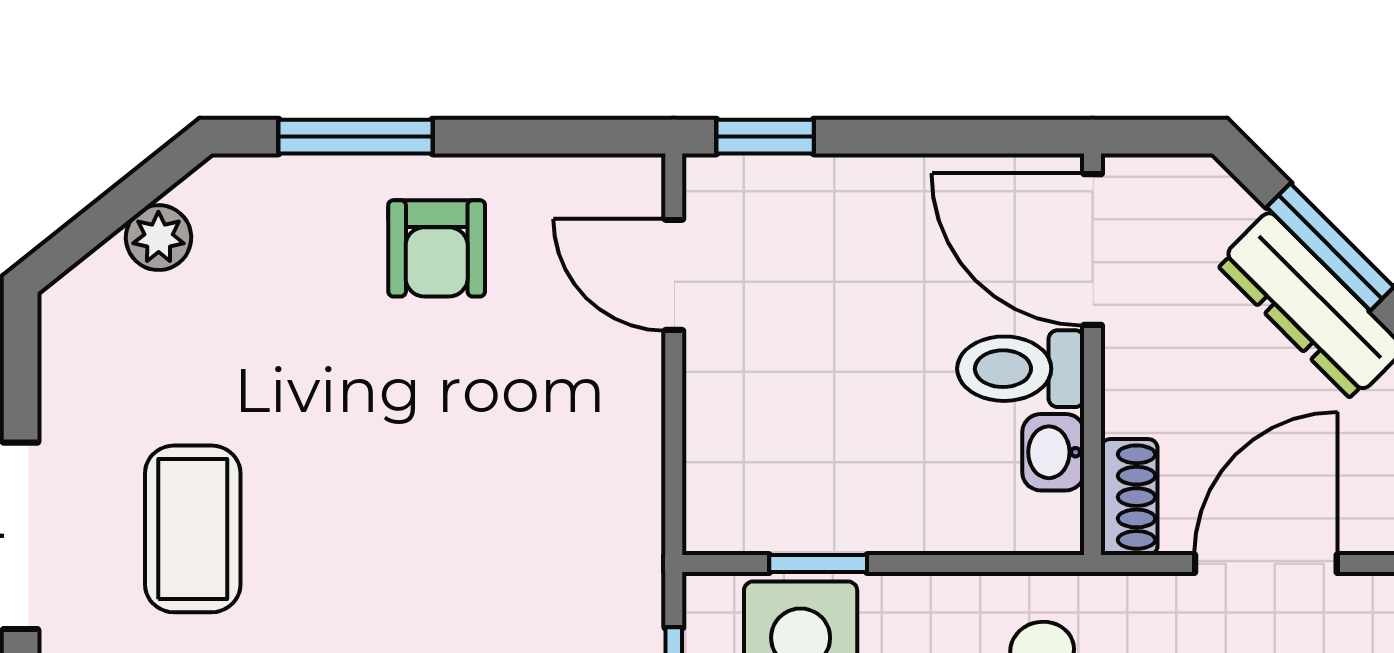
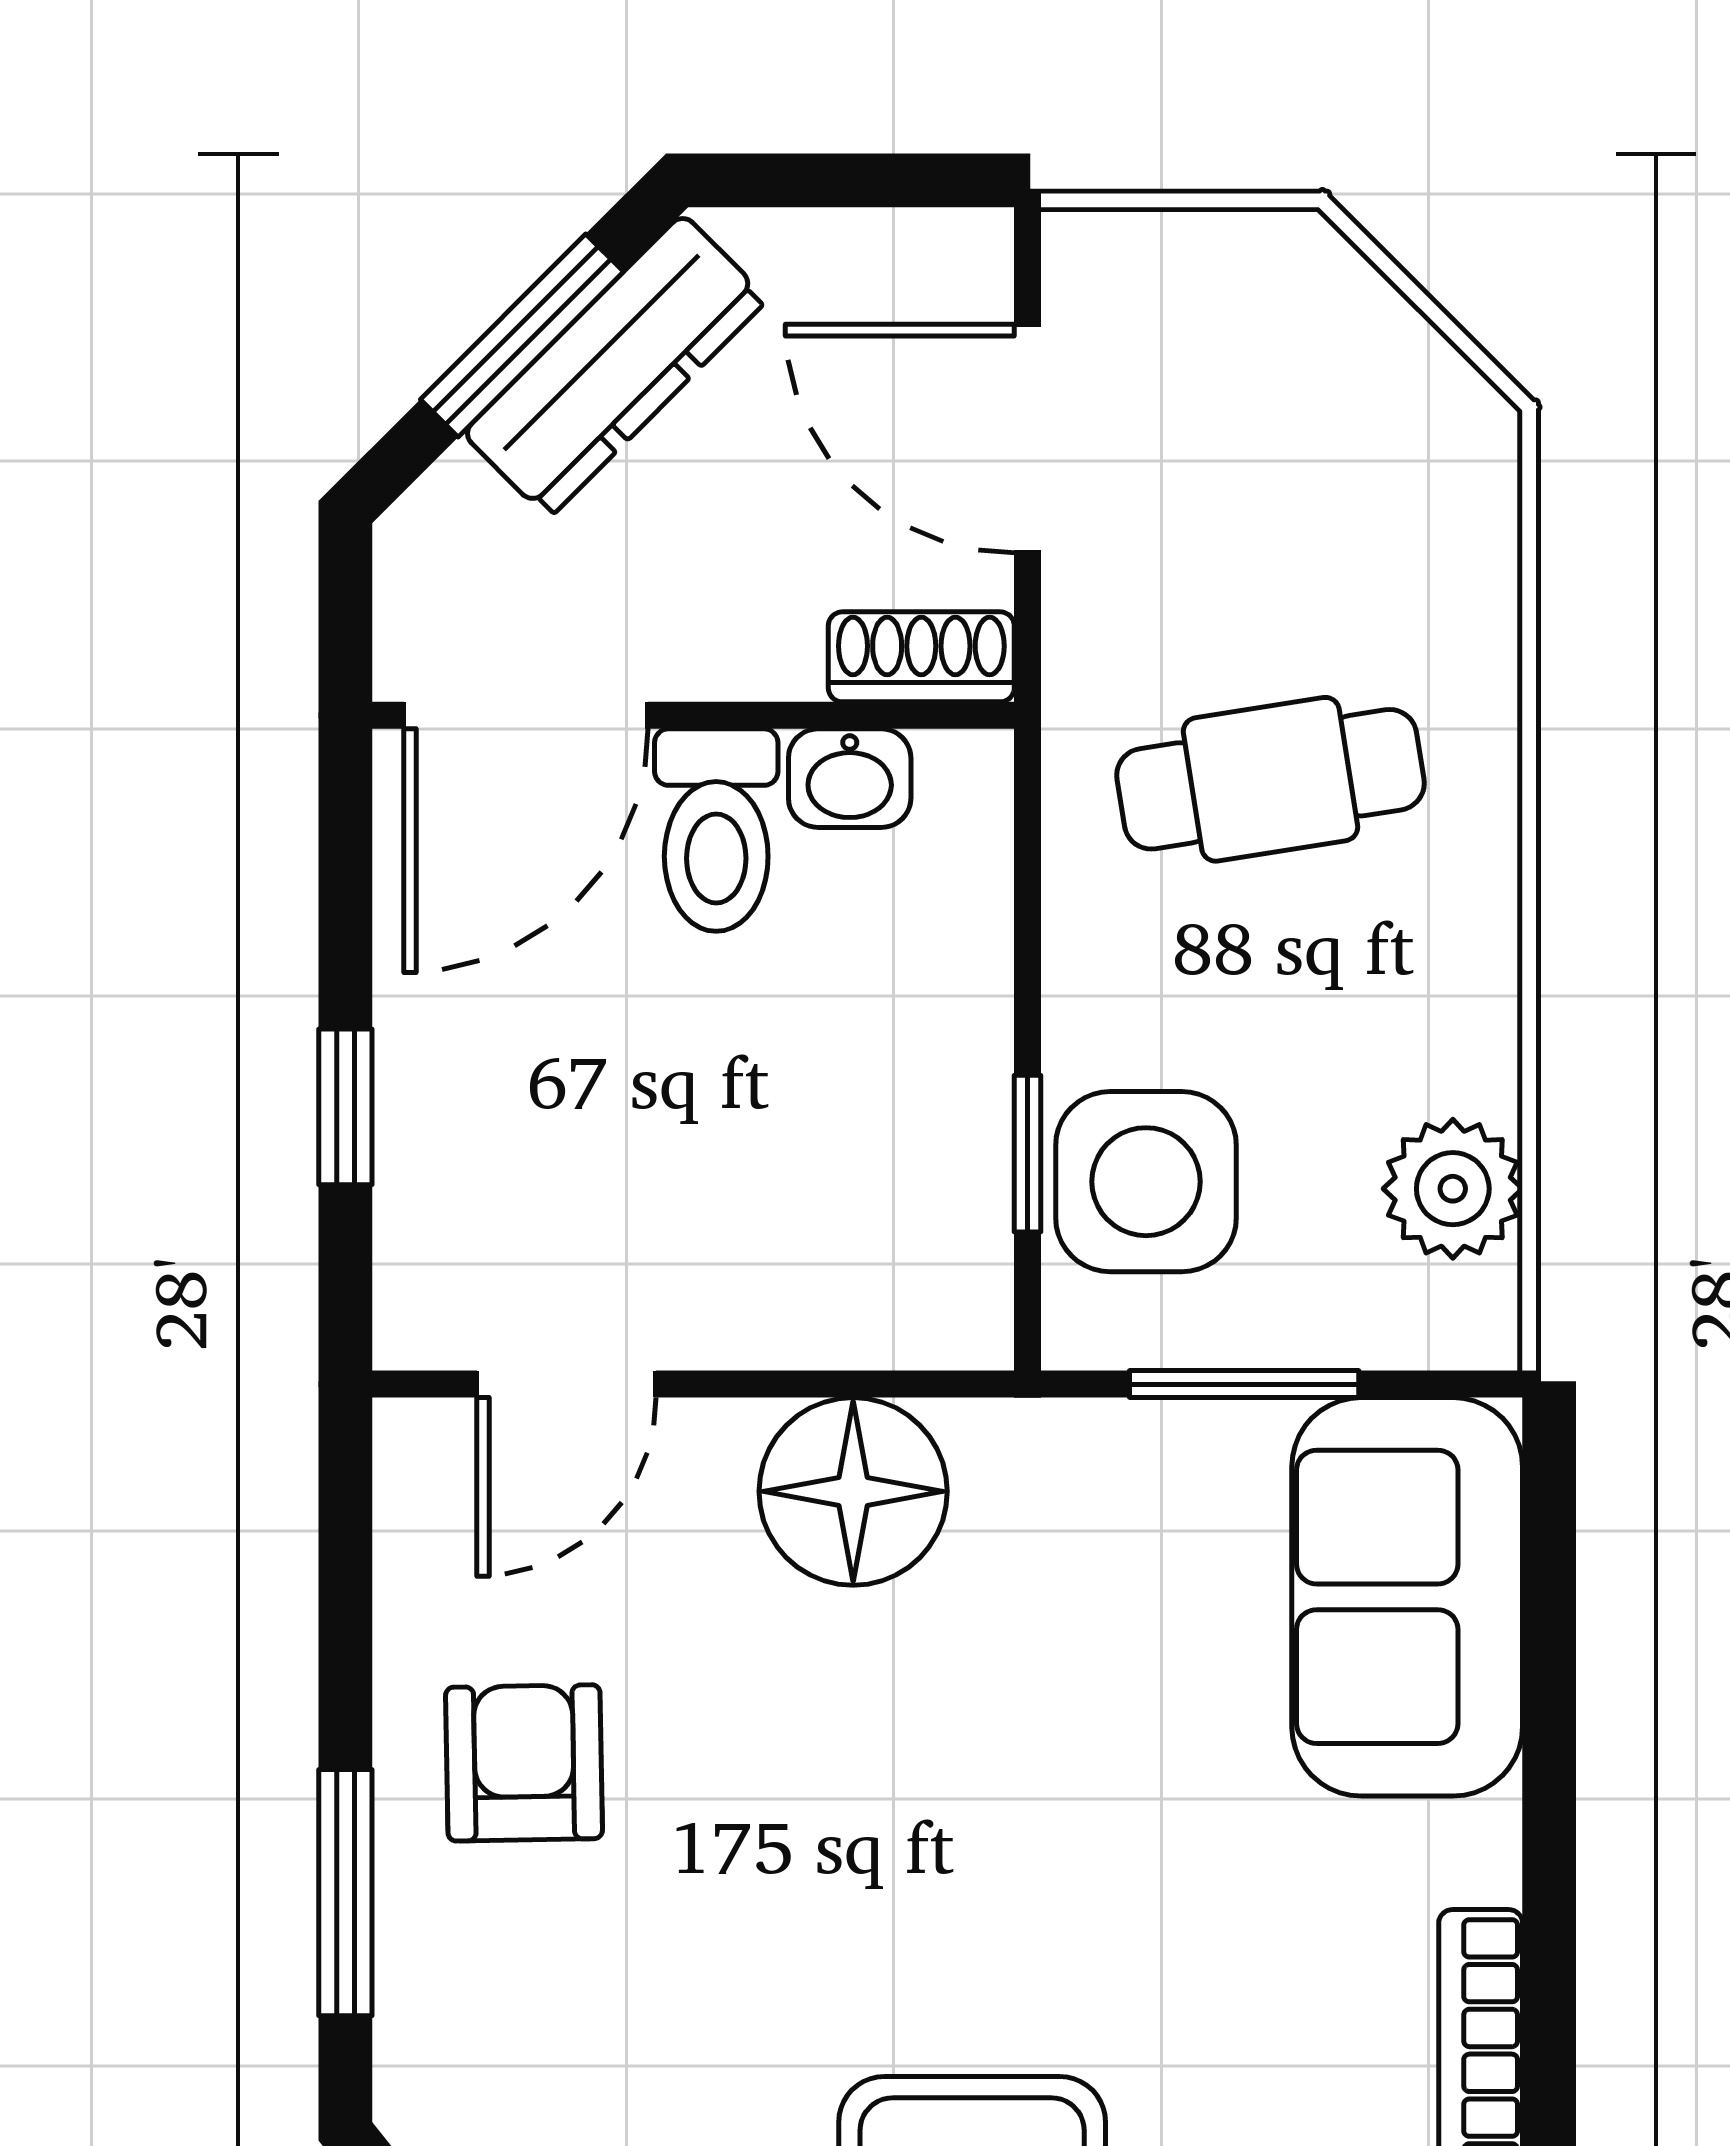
window: (765, 137) -> (345, 1107), moved
armchair: (437, 248) -> (524, 1763), turned -91
floor lamp: (607, 454) -> (853, 1491), added

